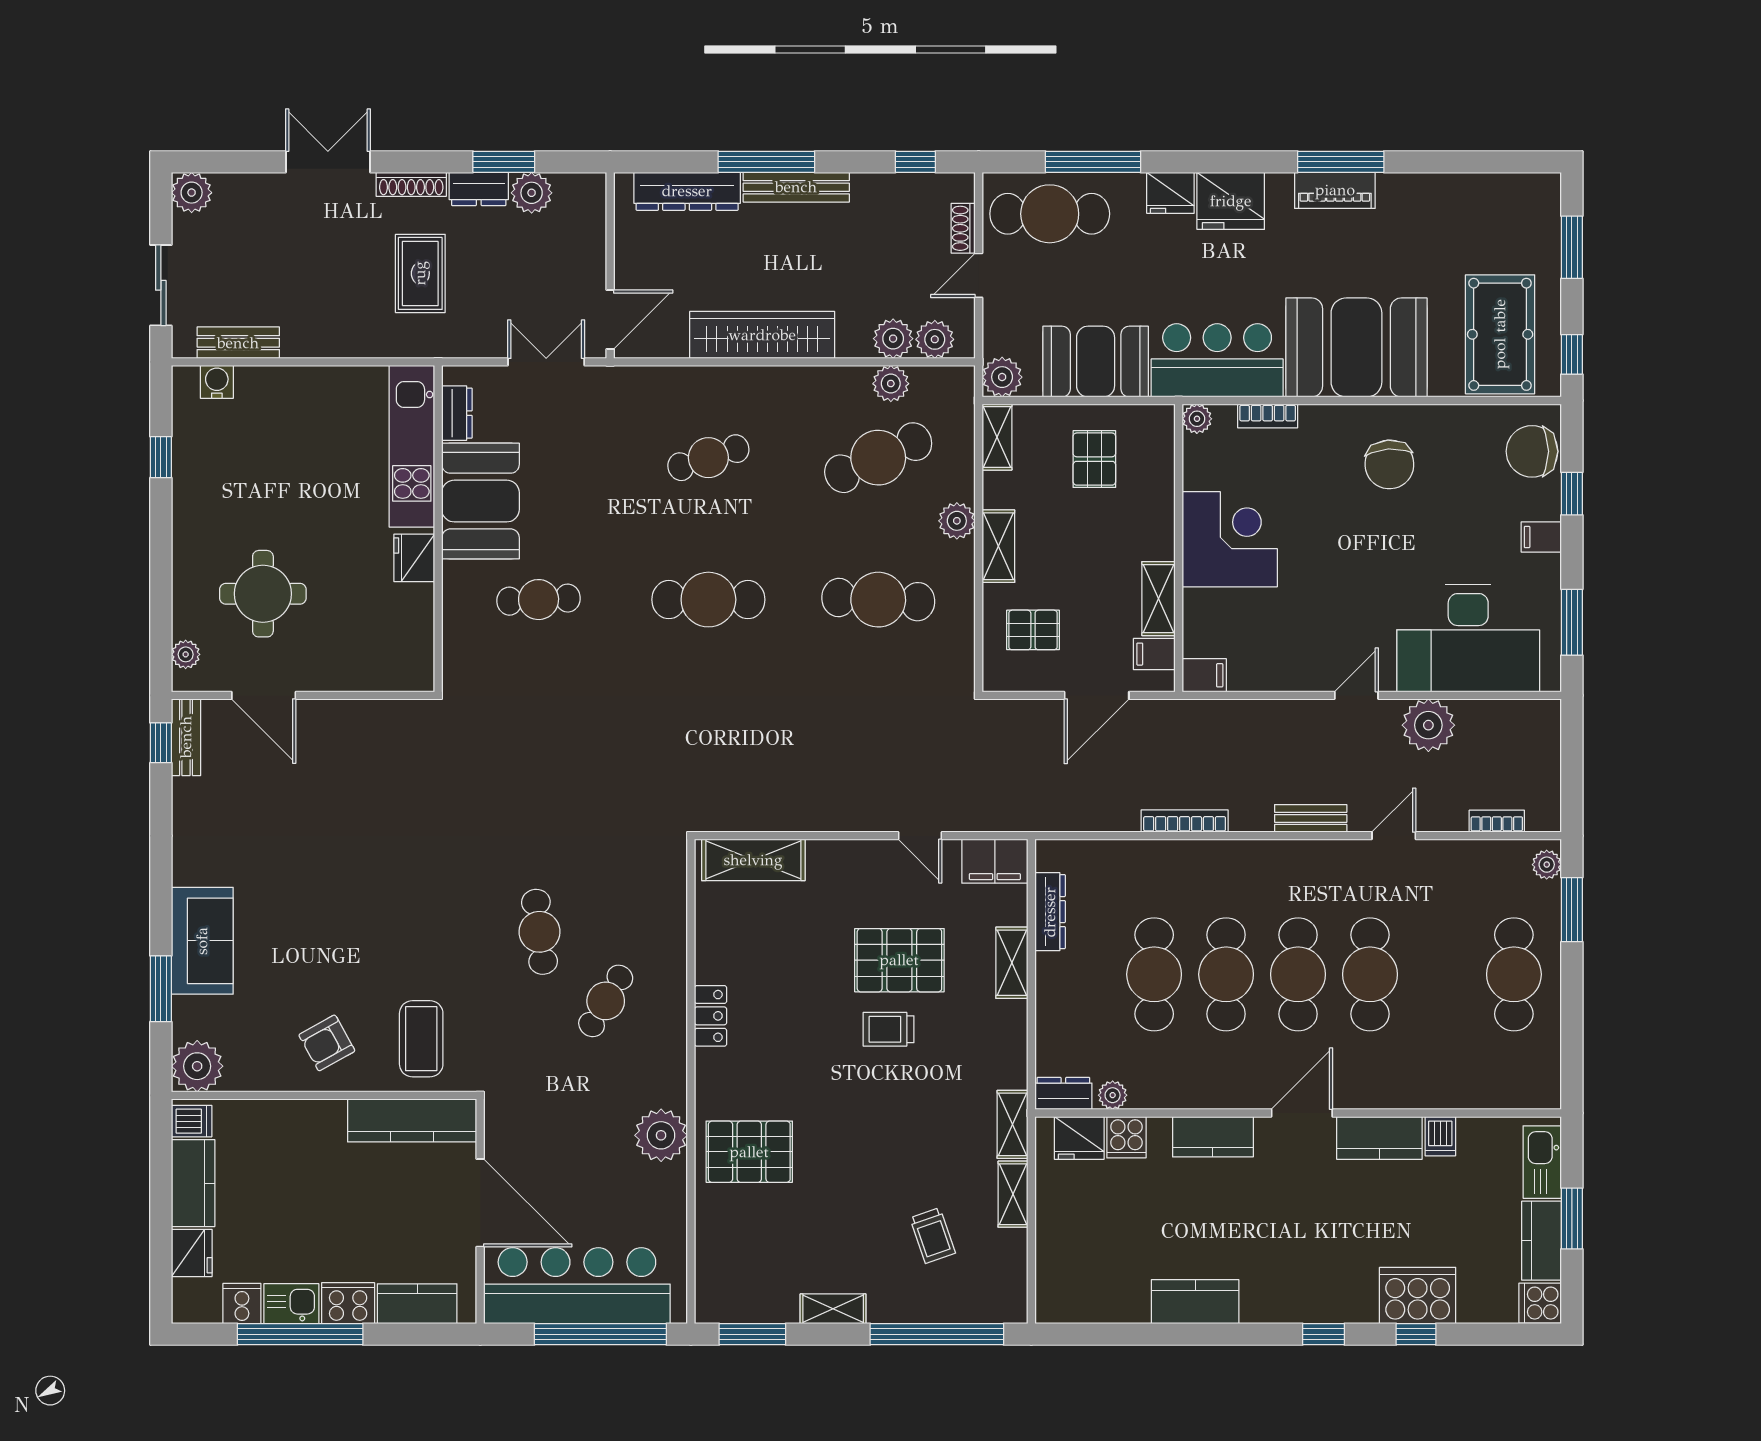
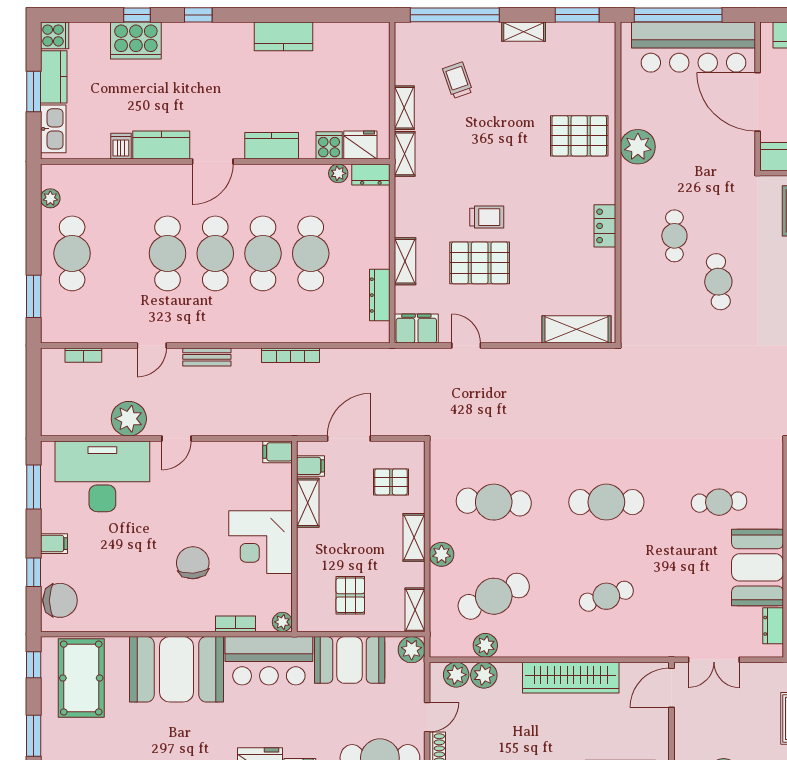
chair: (1389, 464) -> (193, 563), moved
plant: (1547, 865) -> (50, 198), moved
cafe table: (606, 1001) -> (674, 236), turned -31

